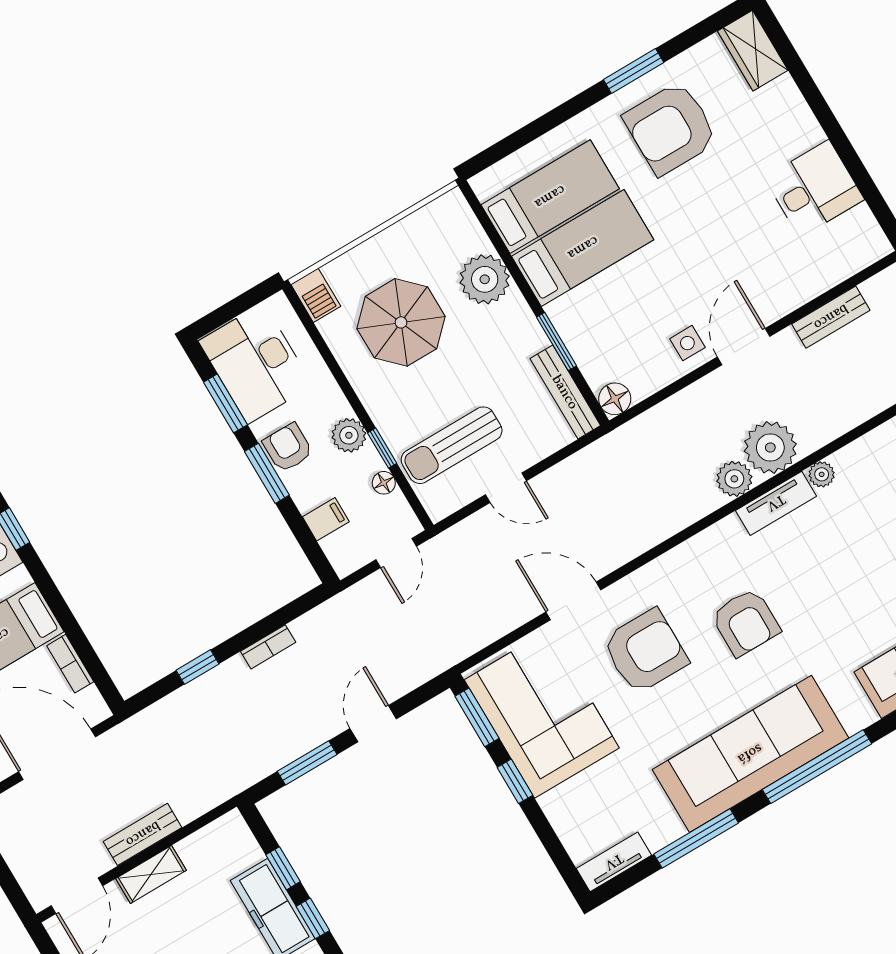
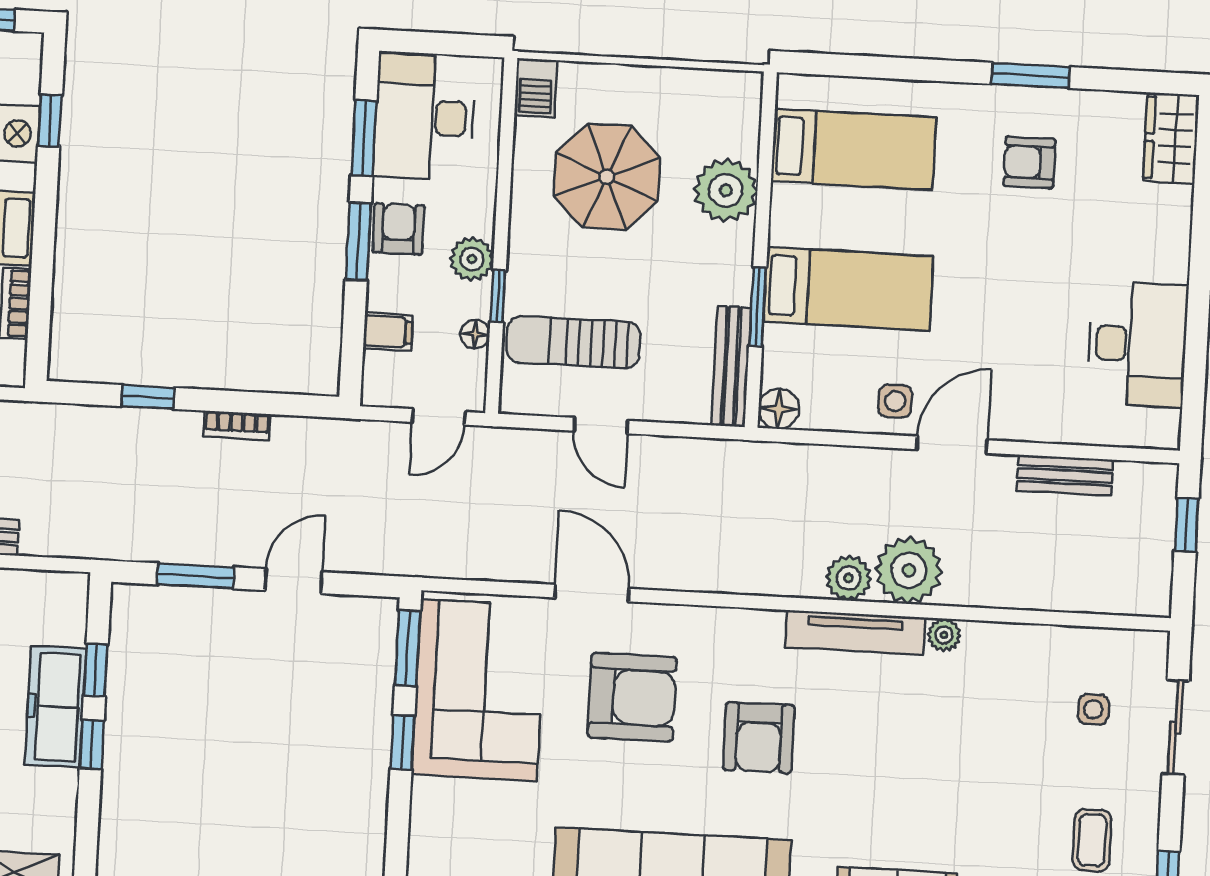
armchair: (671, 128) -> (1029, 162), width x0.53, depth x0.53
desk: (814, 189) -> (1137, 344), width x1.37
bed: (583, 248) -> (848, 289), moved
tv unit: (776, 503) -> (855, 632), width x1.41

